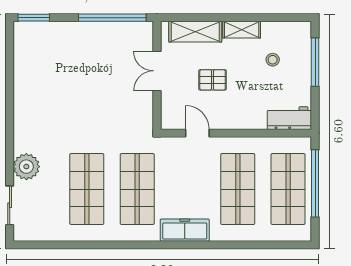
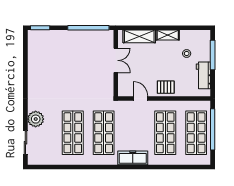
double door: (157, 71) -> (116, 60), swing flipped
pallet: (213, 80) -> (166, 87), moved
workbench: (289, 118) -> (203, 75), moved, turned -90

